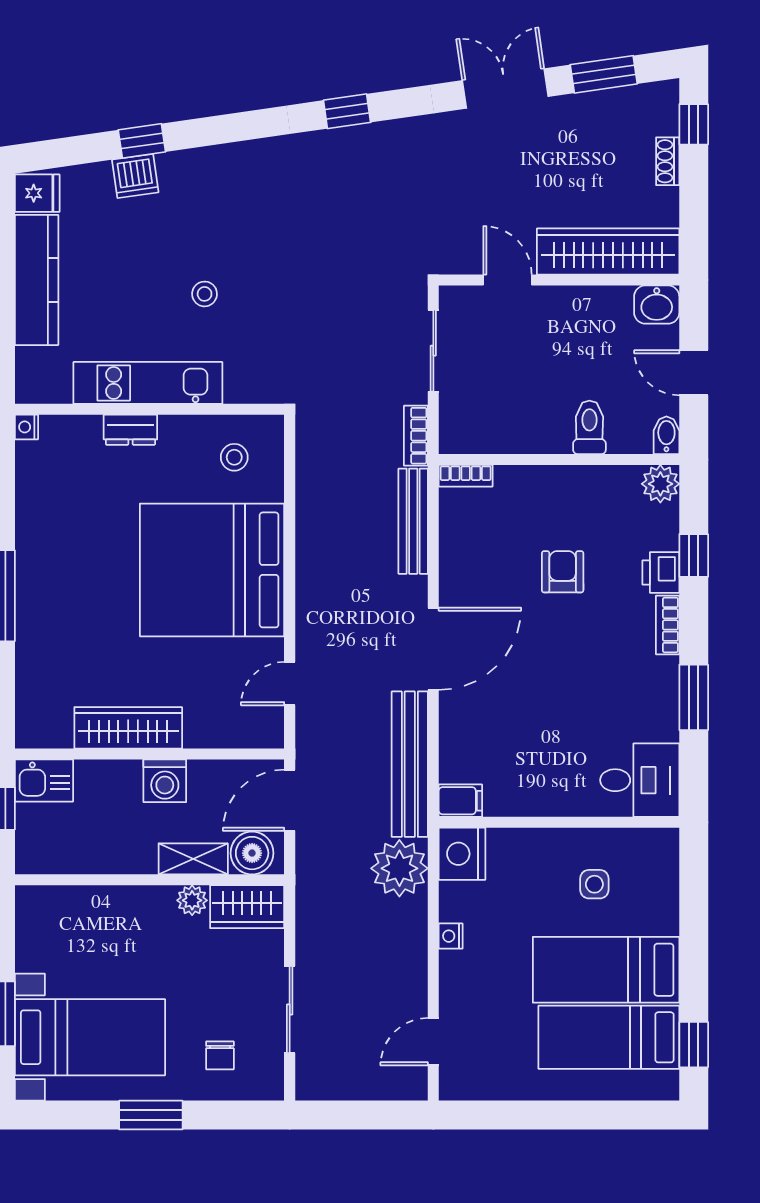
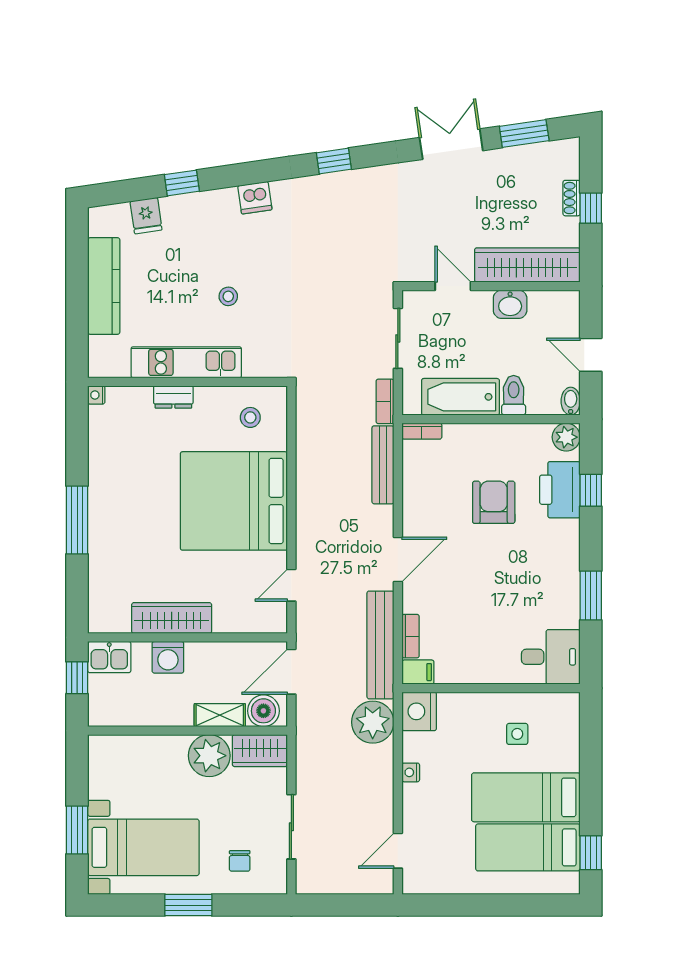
window: (694, 124) -> (591, 208), moved
dishwasher: (135, 176) -> (255, 198), moved
fridge: (37, 193) -> (146, 216), moved, turned 82
washbasin: (657, 305) -> (510, 304), moved
bathtub: (518, 429) -> (460, 397), added
armchair: (563, 572) -> (494, 502), width x1.38, depth x1.38
printer: (661, 572) -> (560, 490), width x1.87, depth x1.48
bookcase: (668, 625) -> (411, 636), moved, turned 180
door: (433, 649) -> (398, 559), width x0.73
washing machine: (165, 781) -> (168, 657), moved
plant: (192, 900) -> (209, 756), width x1.87, depth x1.87

